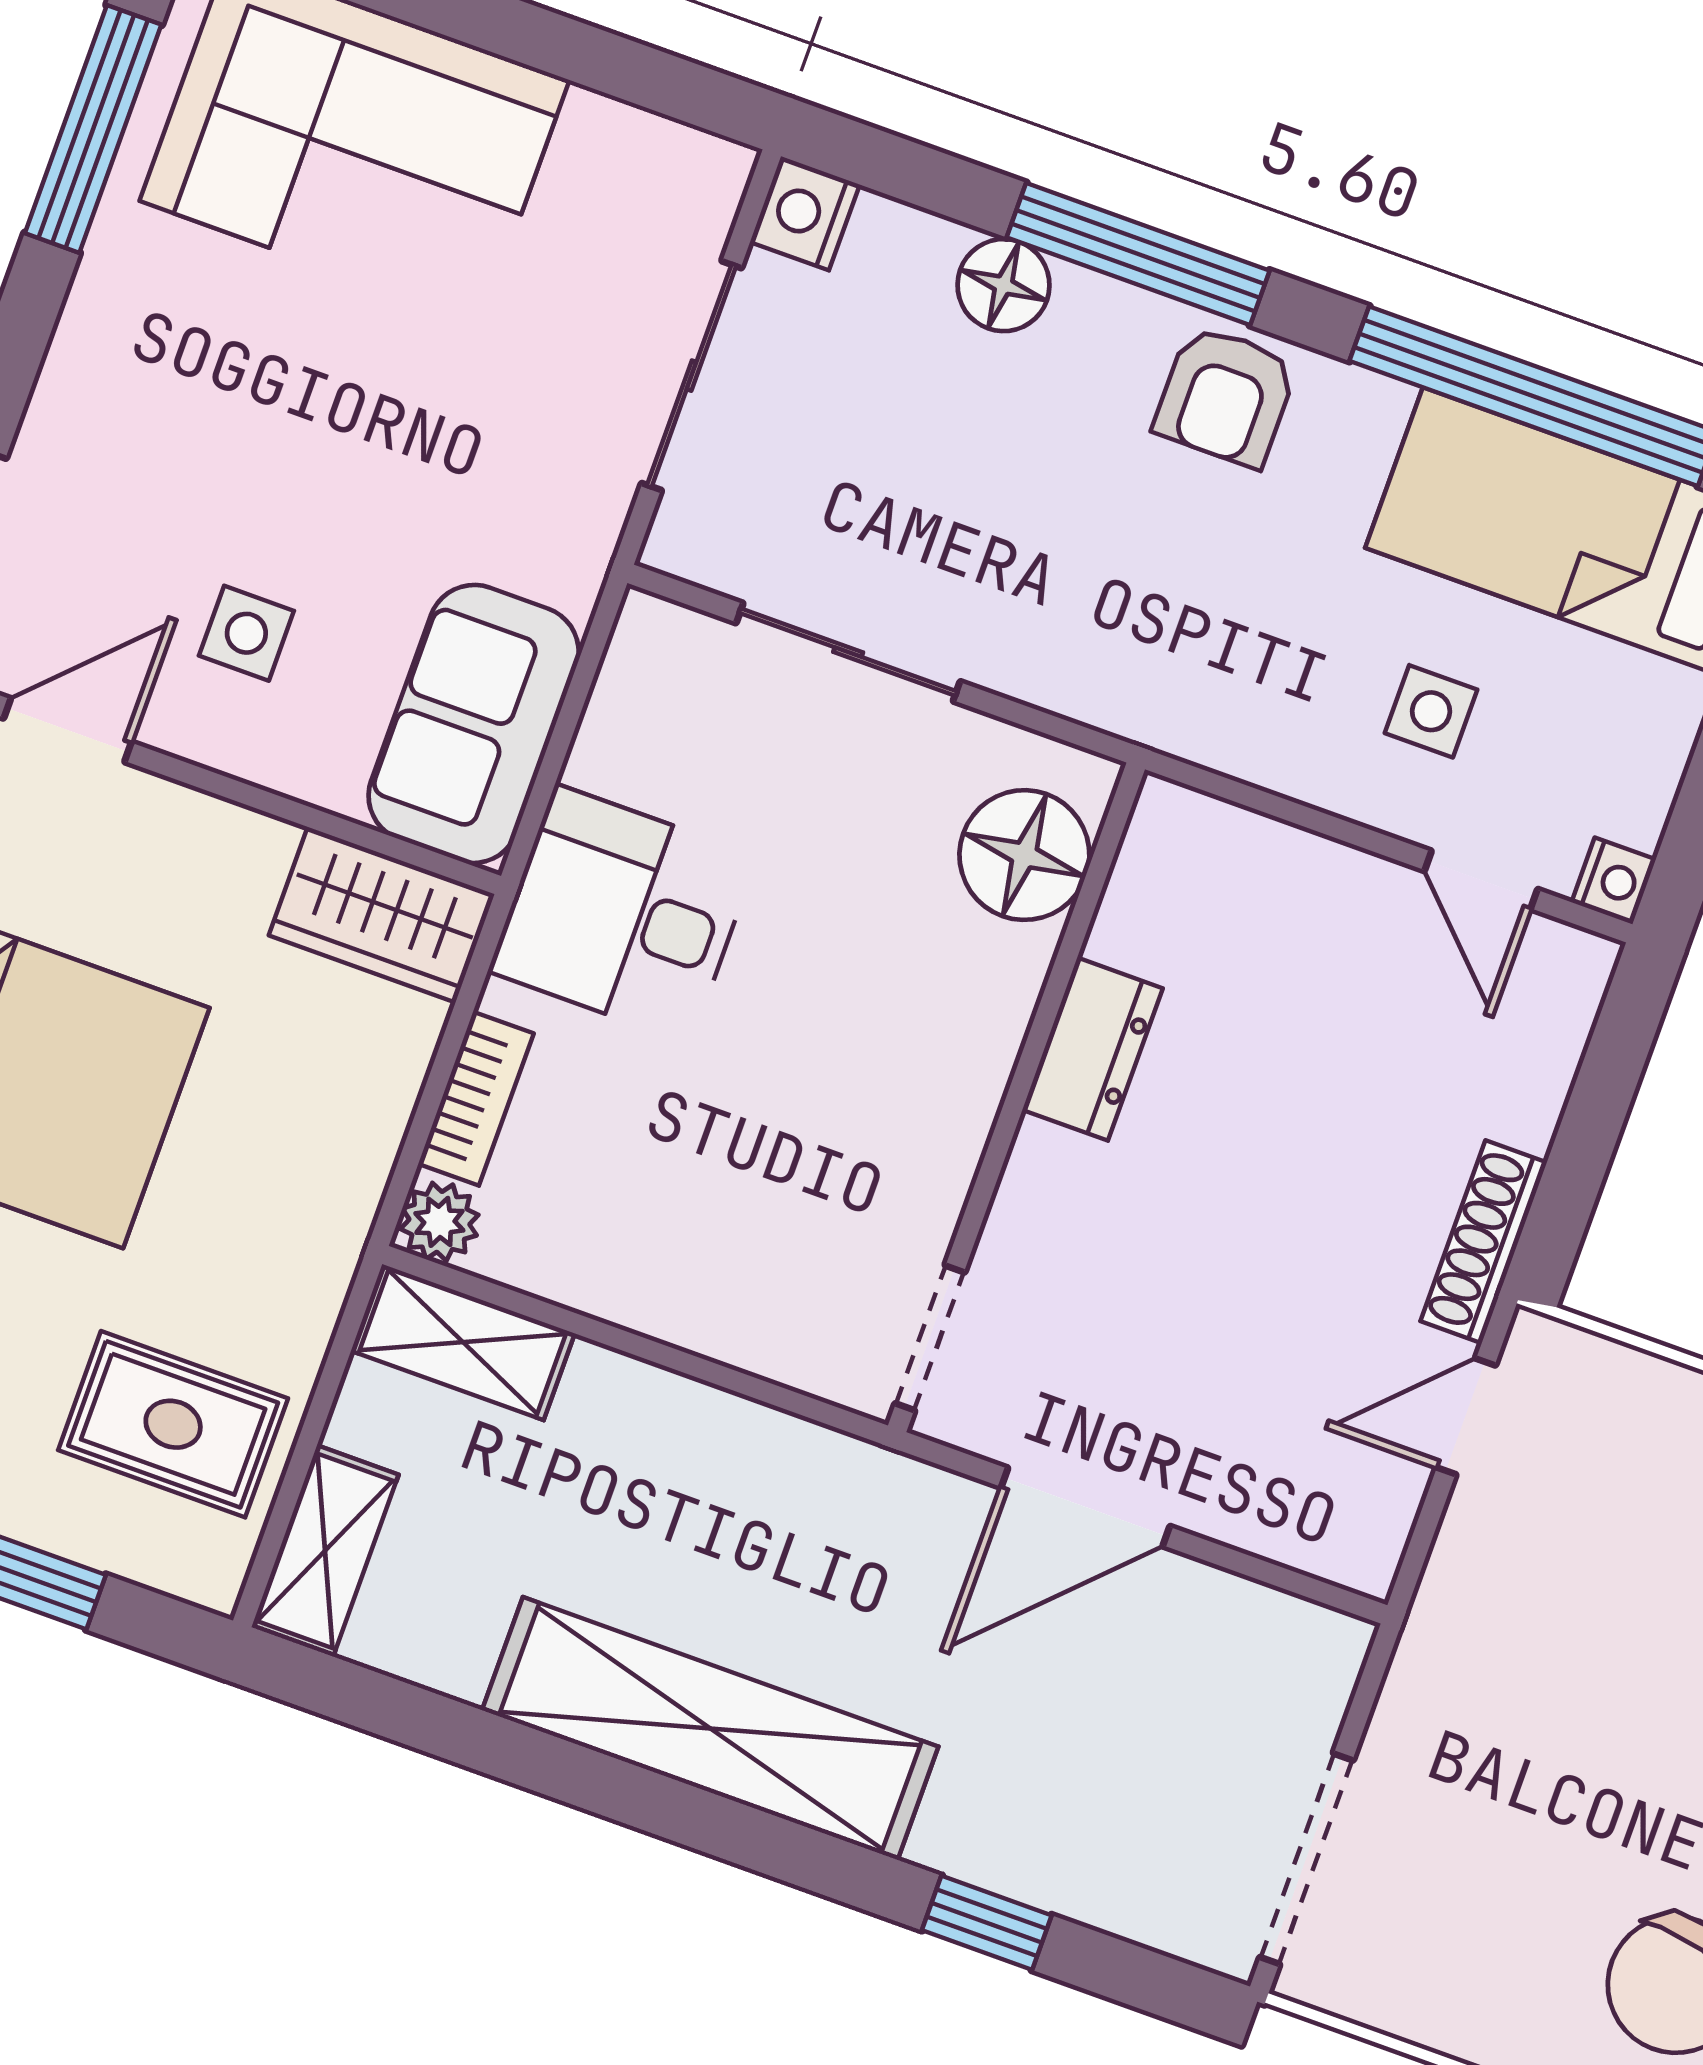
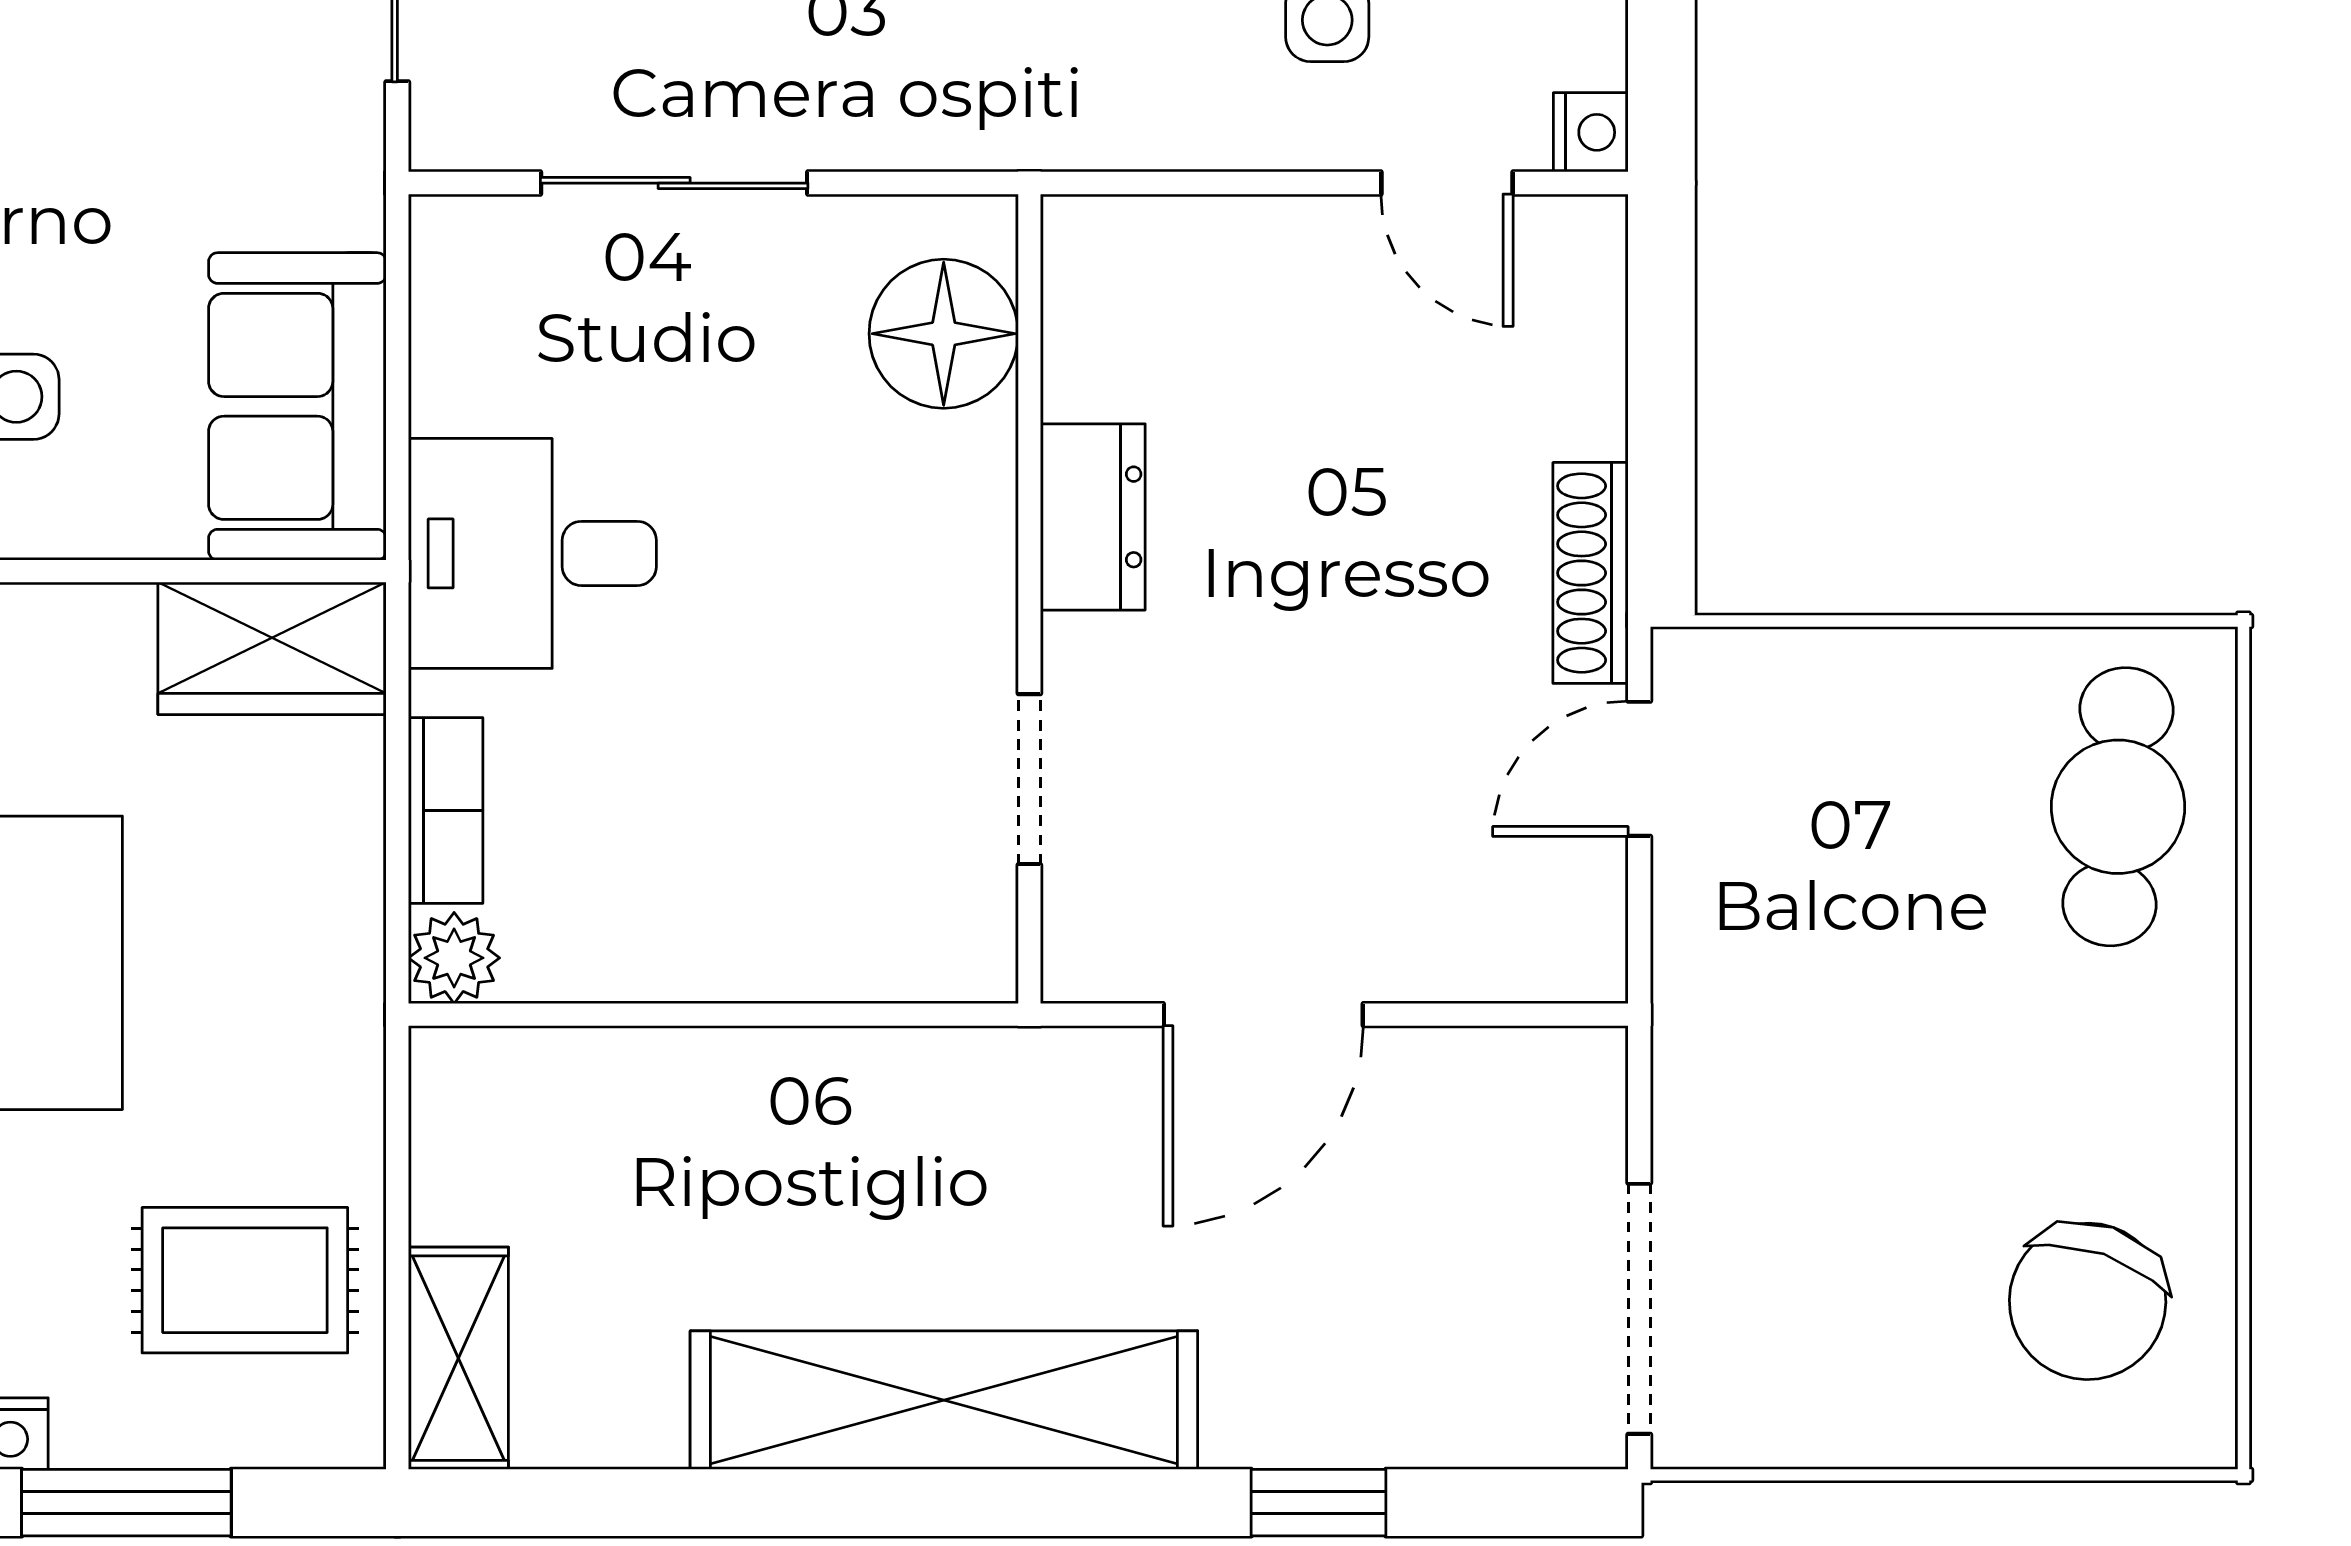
doorway: (930, 1338) -> (1029, 779), moved
shelving: (463, 1342) -> (526, 1079), removed

